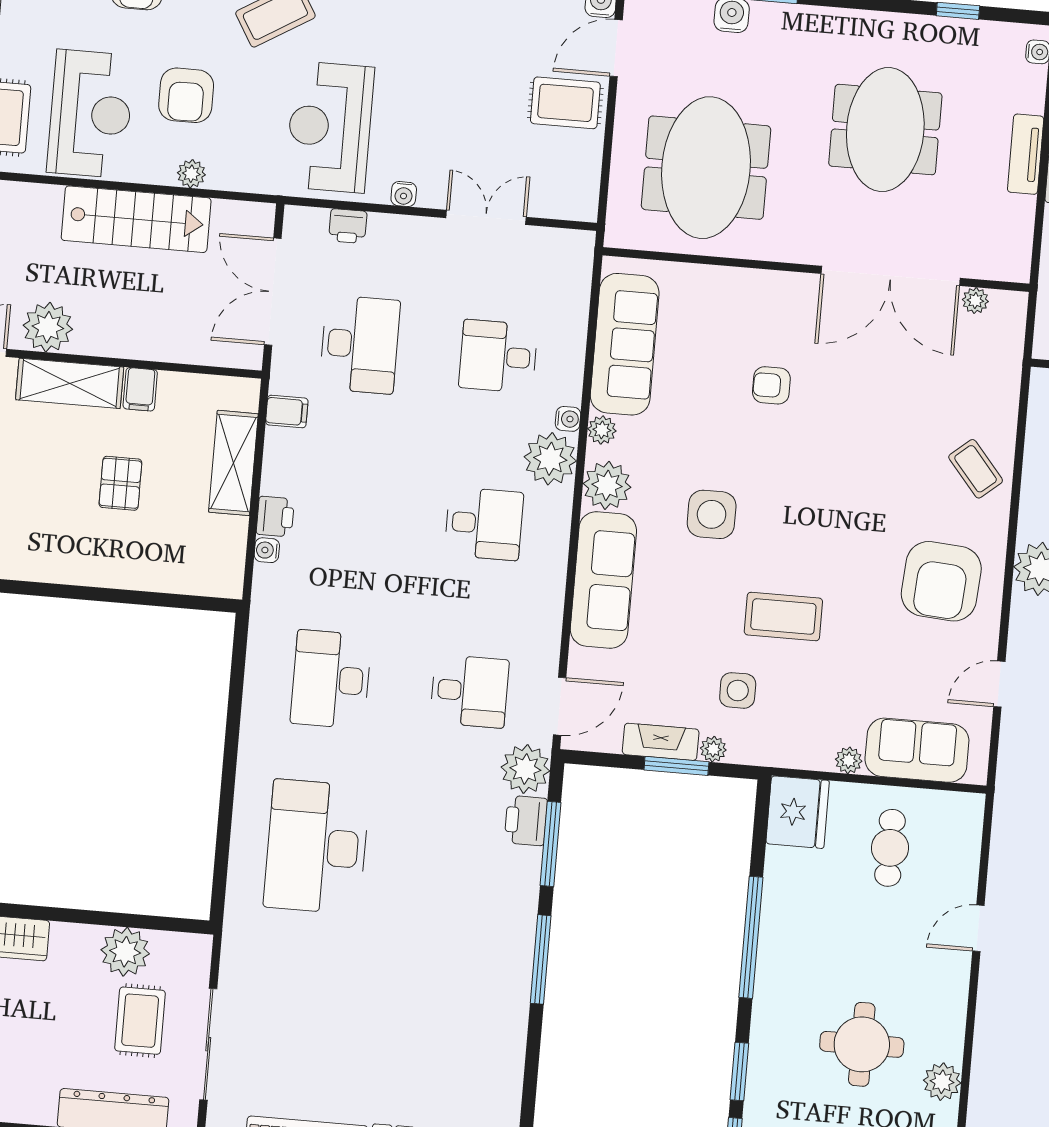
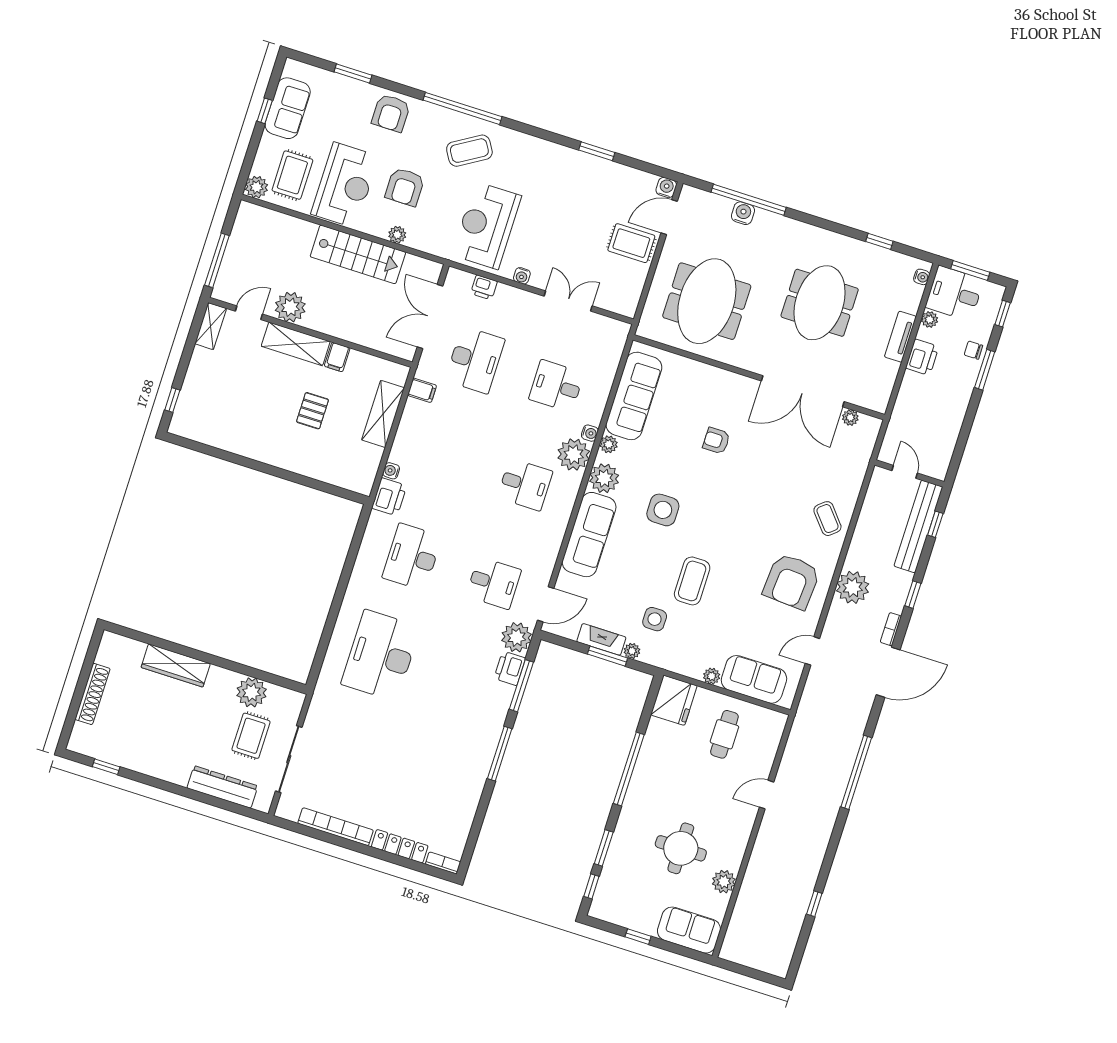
printer: (275, 517) -> (389, 497), moved, width x1.36, depth x1.24
coffee table: (783, 617) -> (692, 581), turned 90

